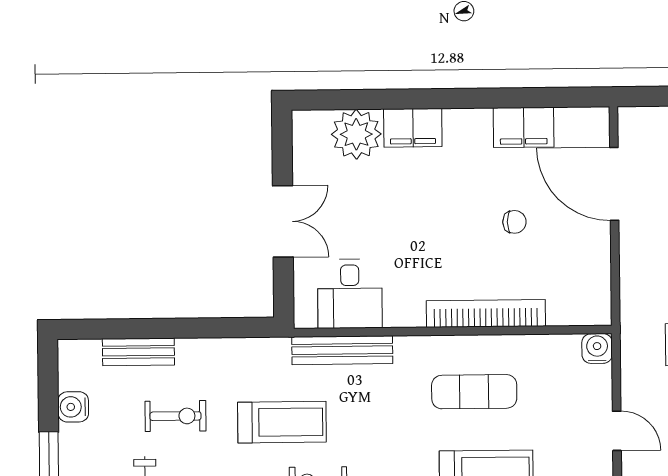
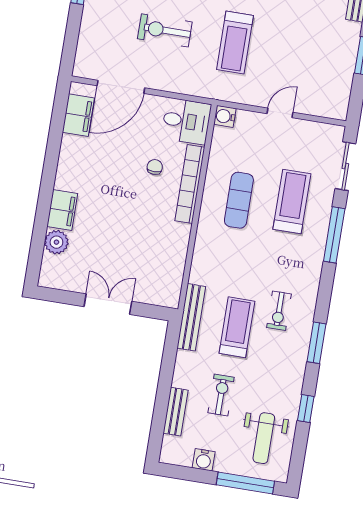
filing cabinet: (524, 127) -> (78, 115), moved
plant: (356, 134) -> (56, 242), width x0.73, depth x0.73
chair: (514, 222) -> (155, 167), moved
desk: (350, 294) -> (186, 121), moved
bench: (342, 350) -> (191, 317), moved

